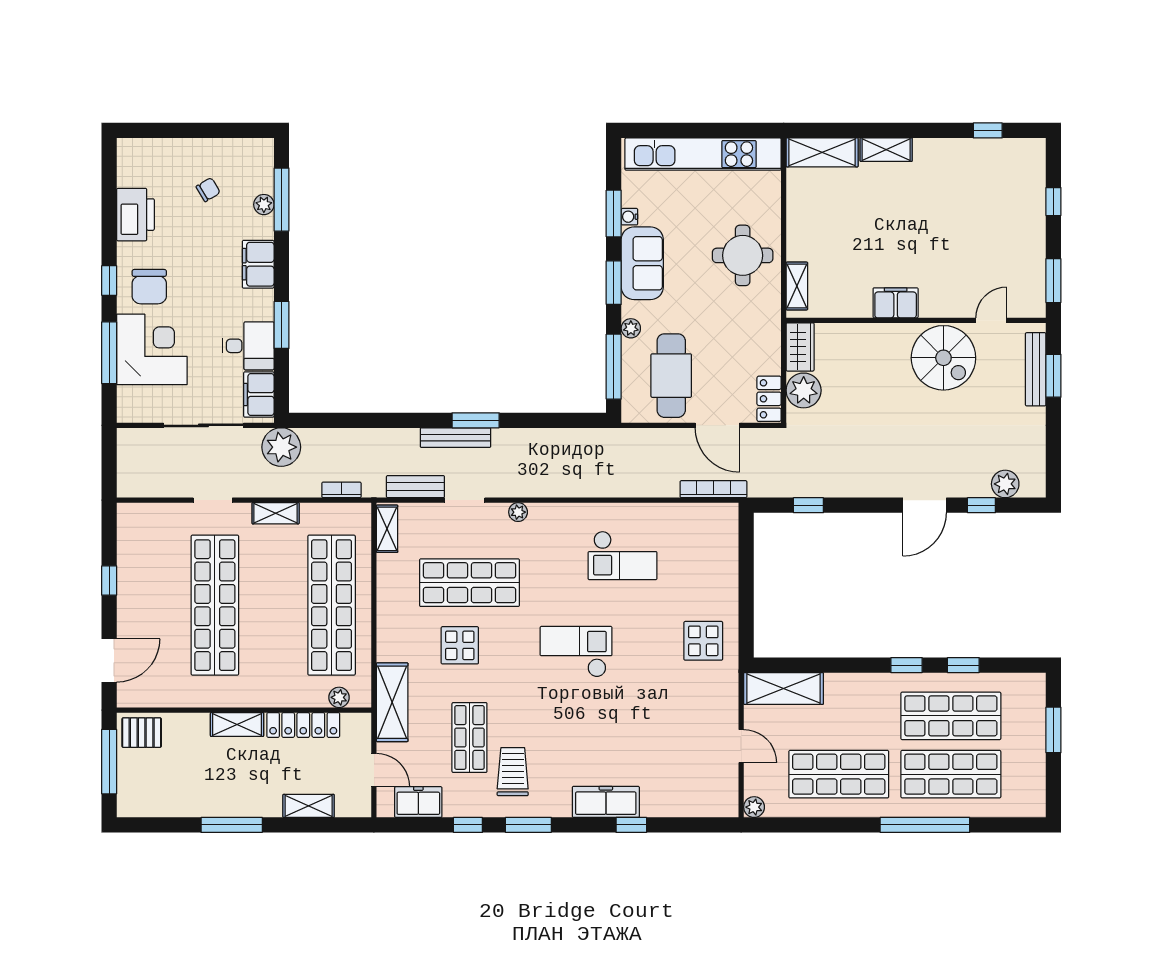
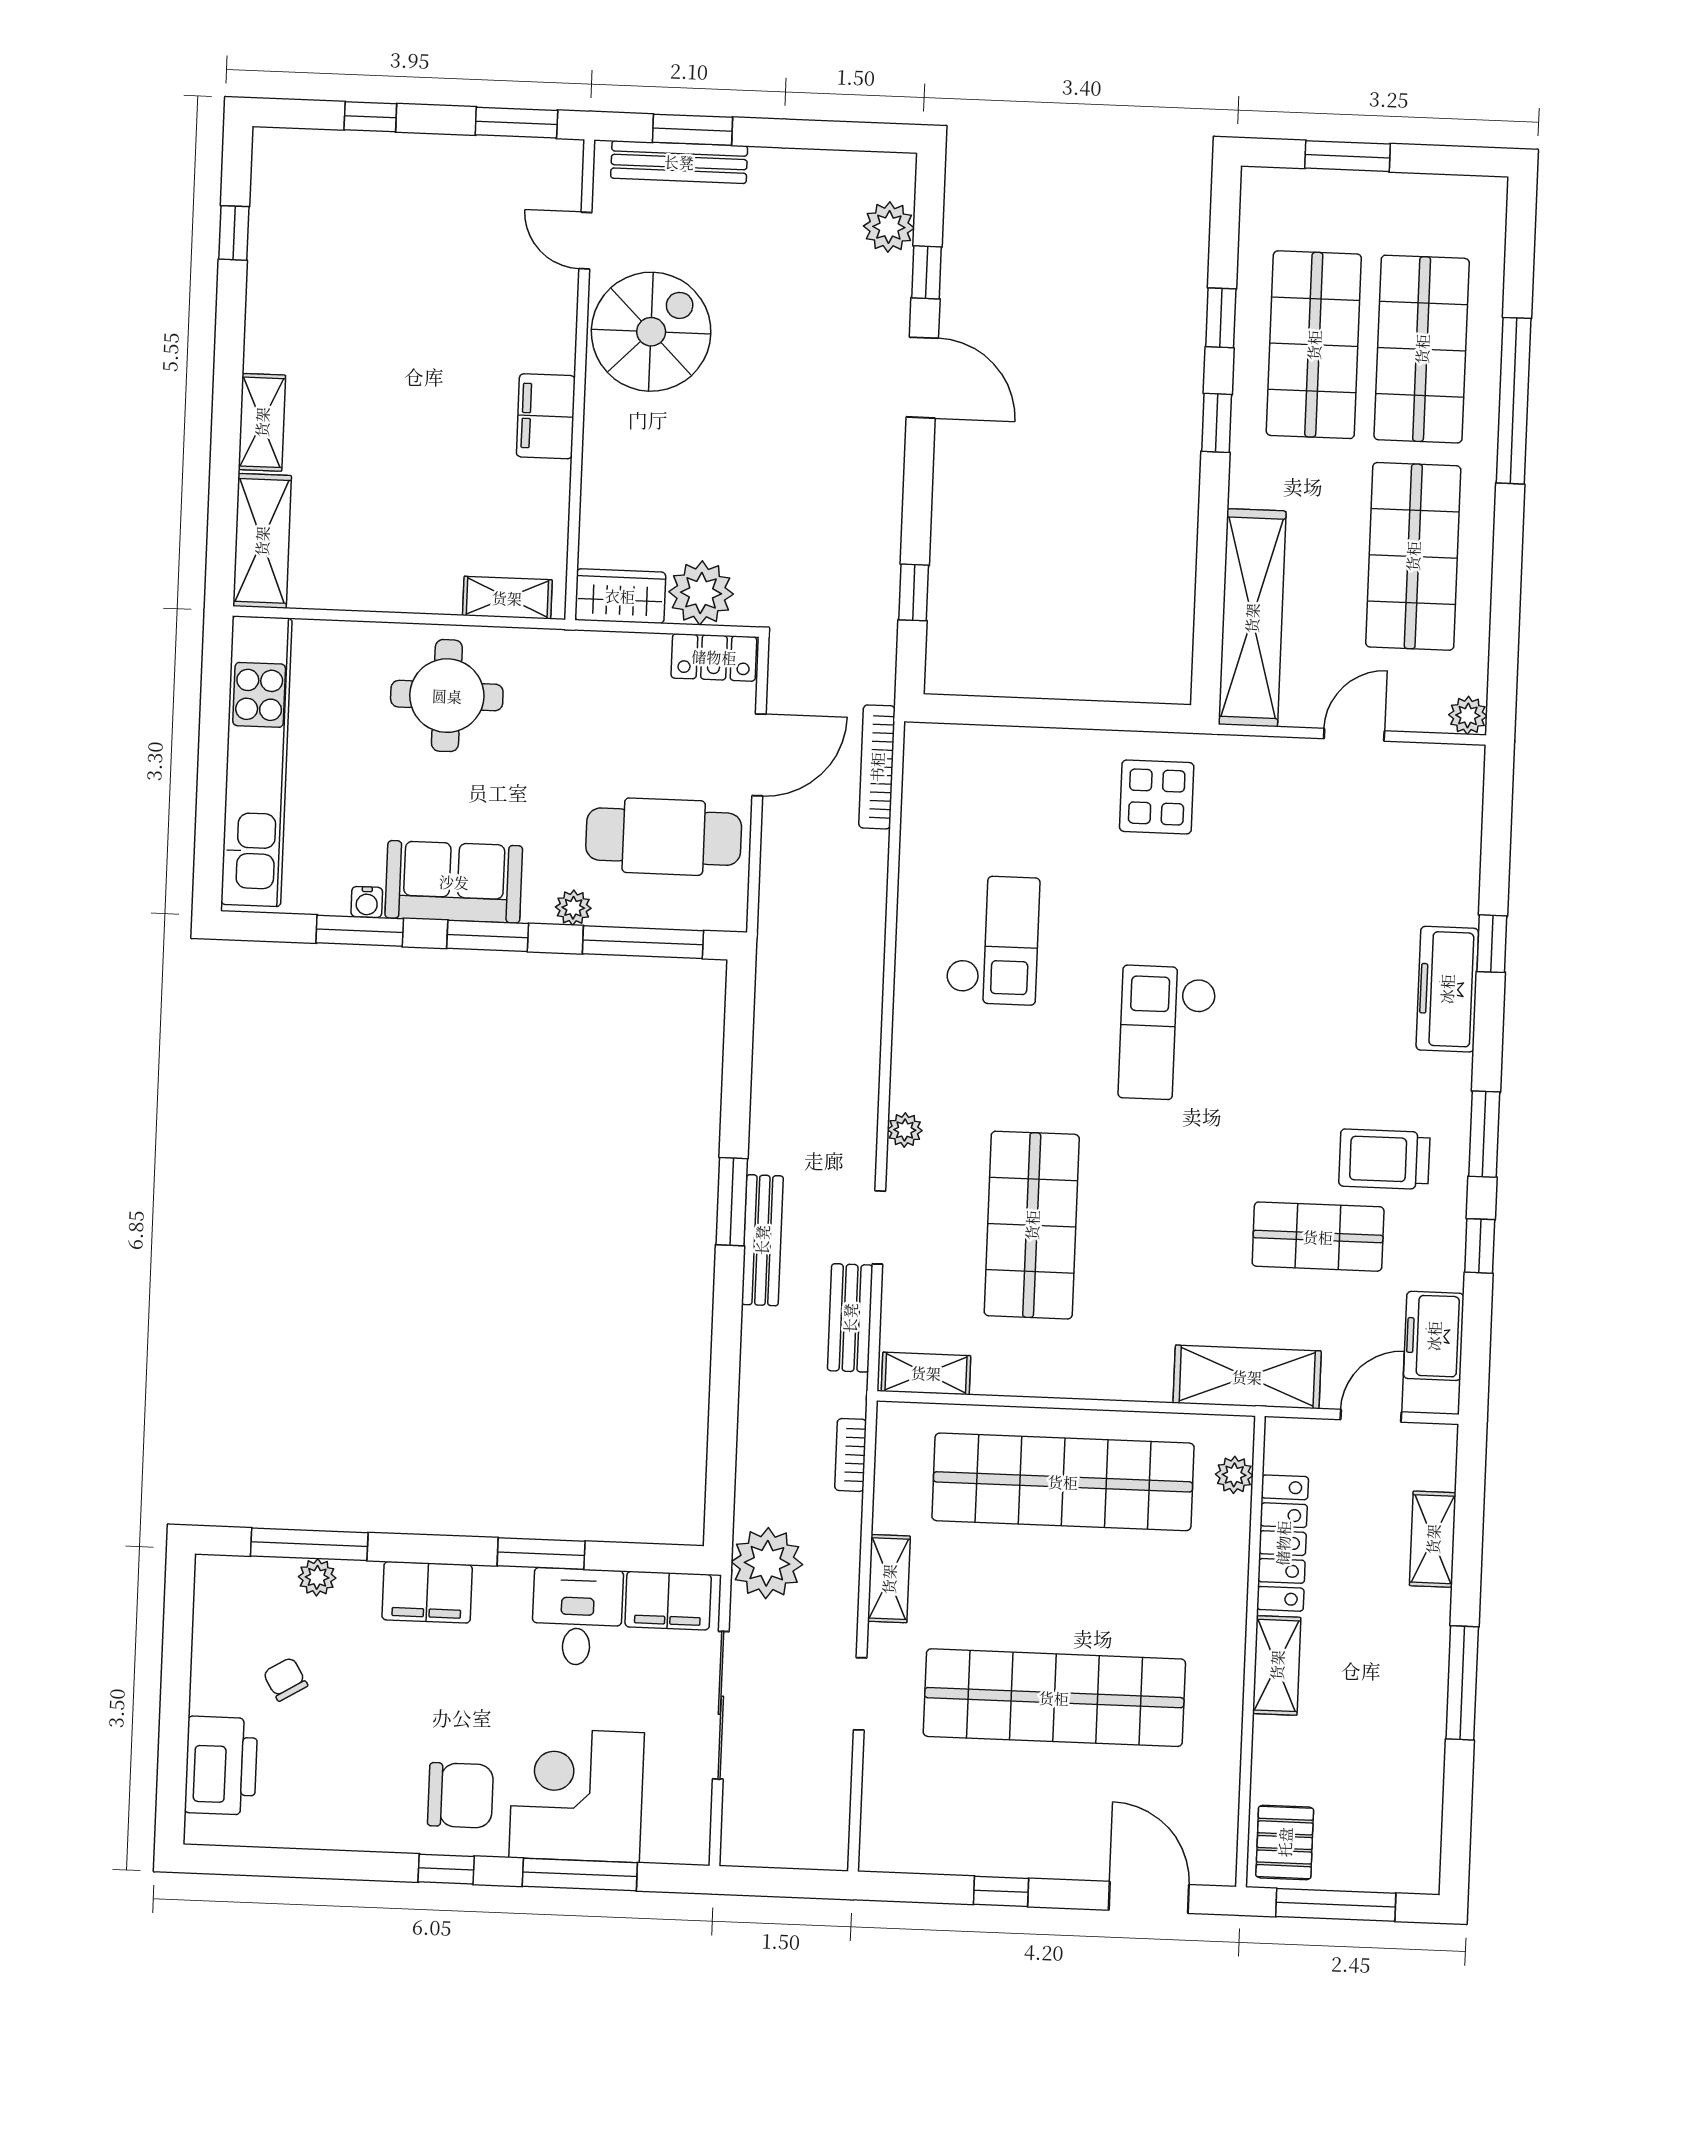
printer: (135, 215) -> (221, 1766), moved, turned 90
display table: (460, 645) -> (1147, 1248), removed
shelving: (784, 689) -> (1252, 618), width x1.47

